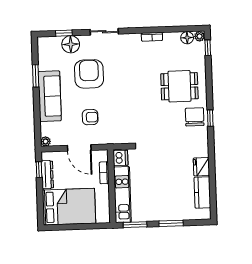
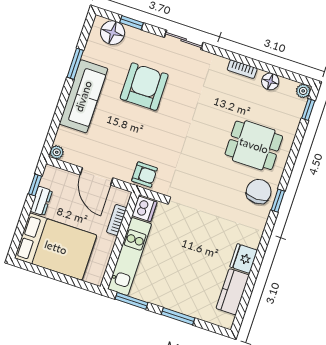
floor lamp: (187, 38) -> (270, 81), moved
floor lamp: (71, 44) -> (113, 33), moved
armchair: (90, 117) -> (145, 175), moved
dresser: (47, 175) -> (41, 201), width x0.70

